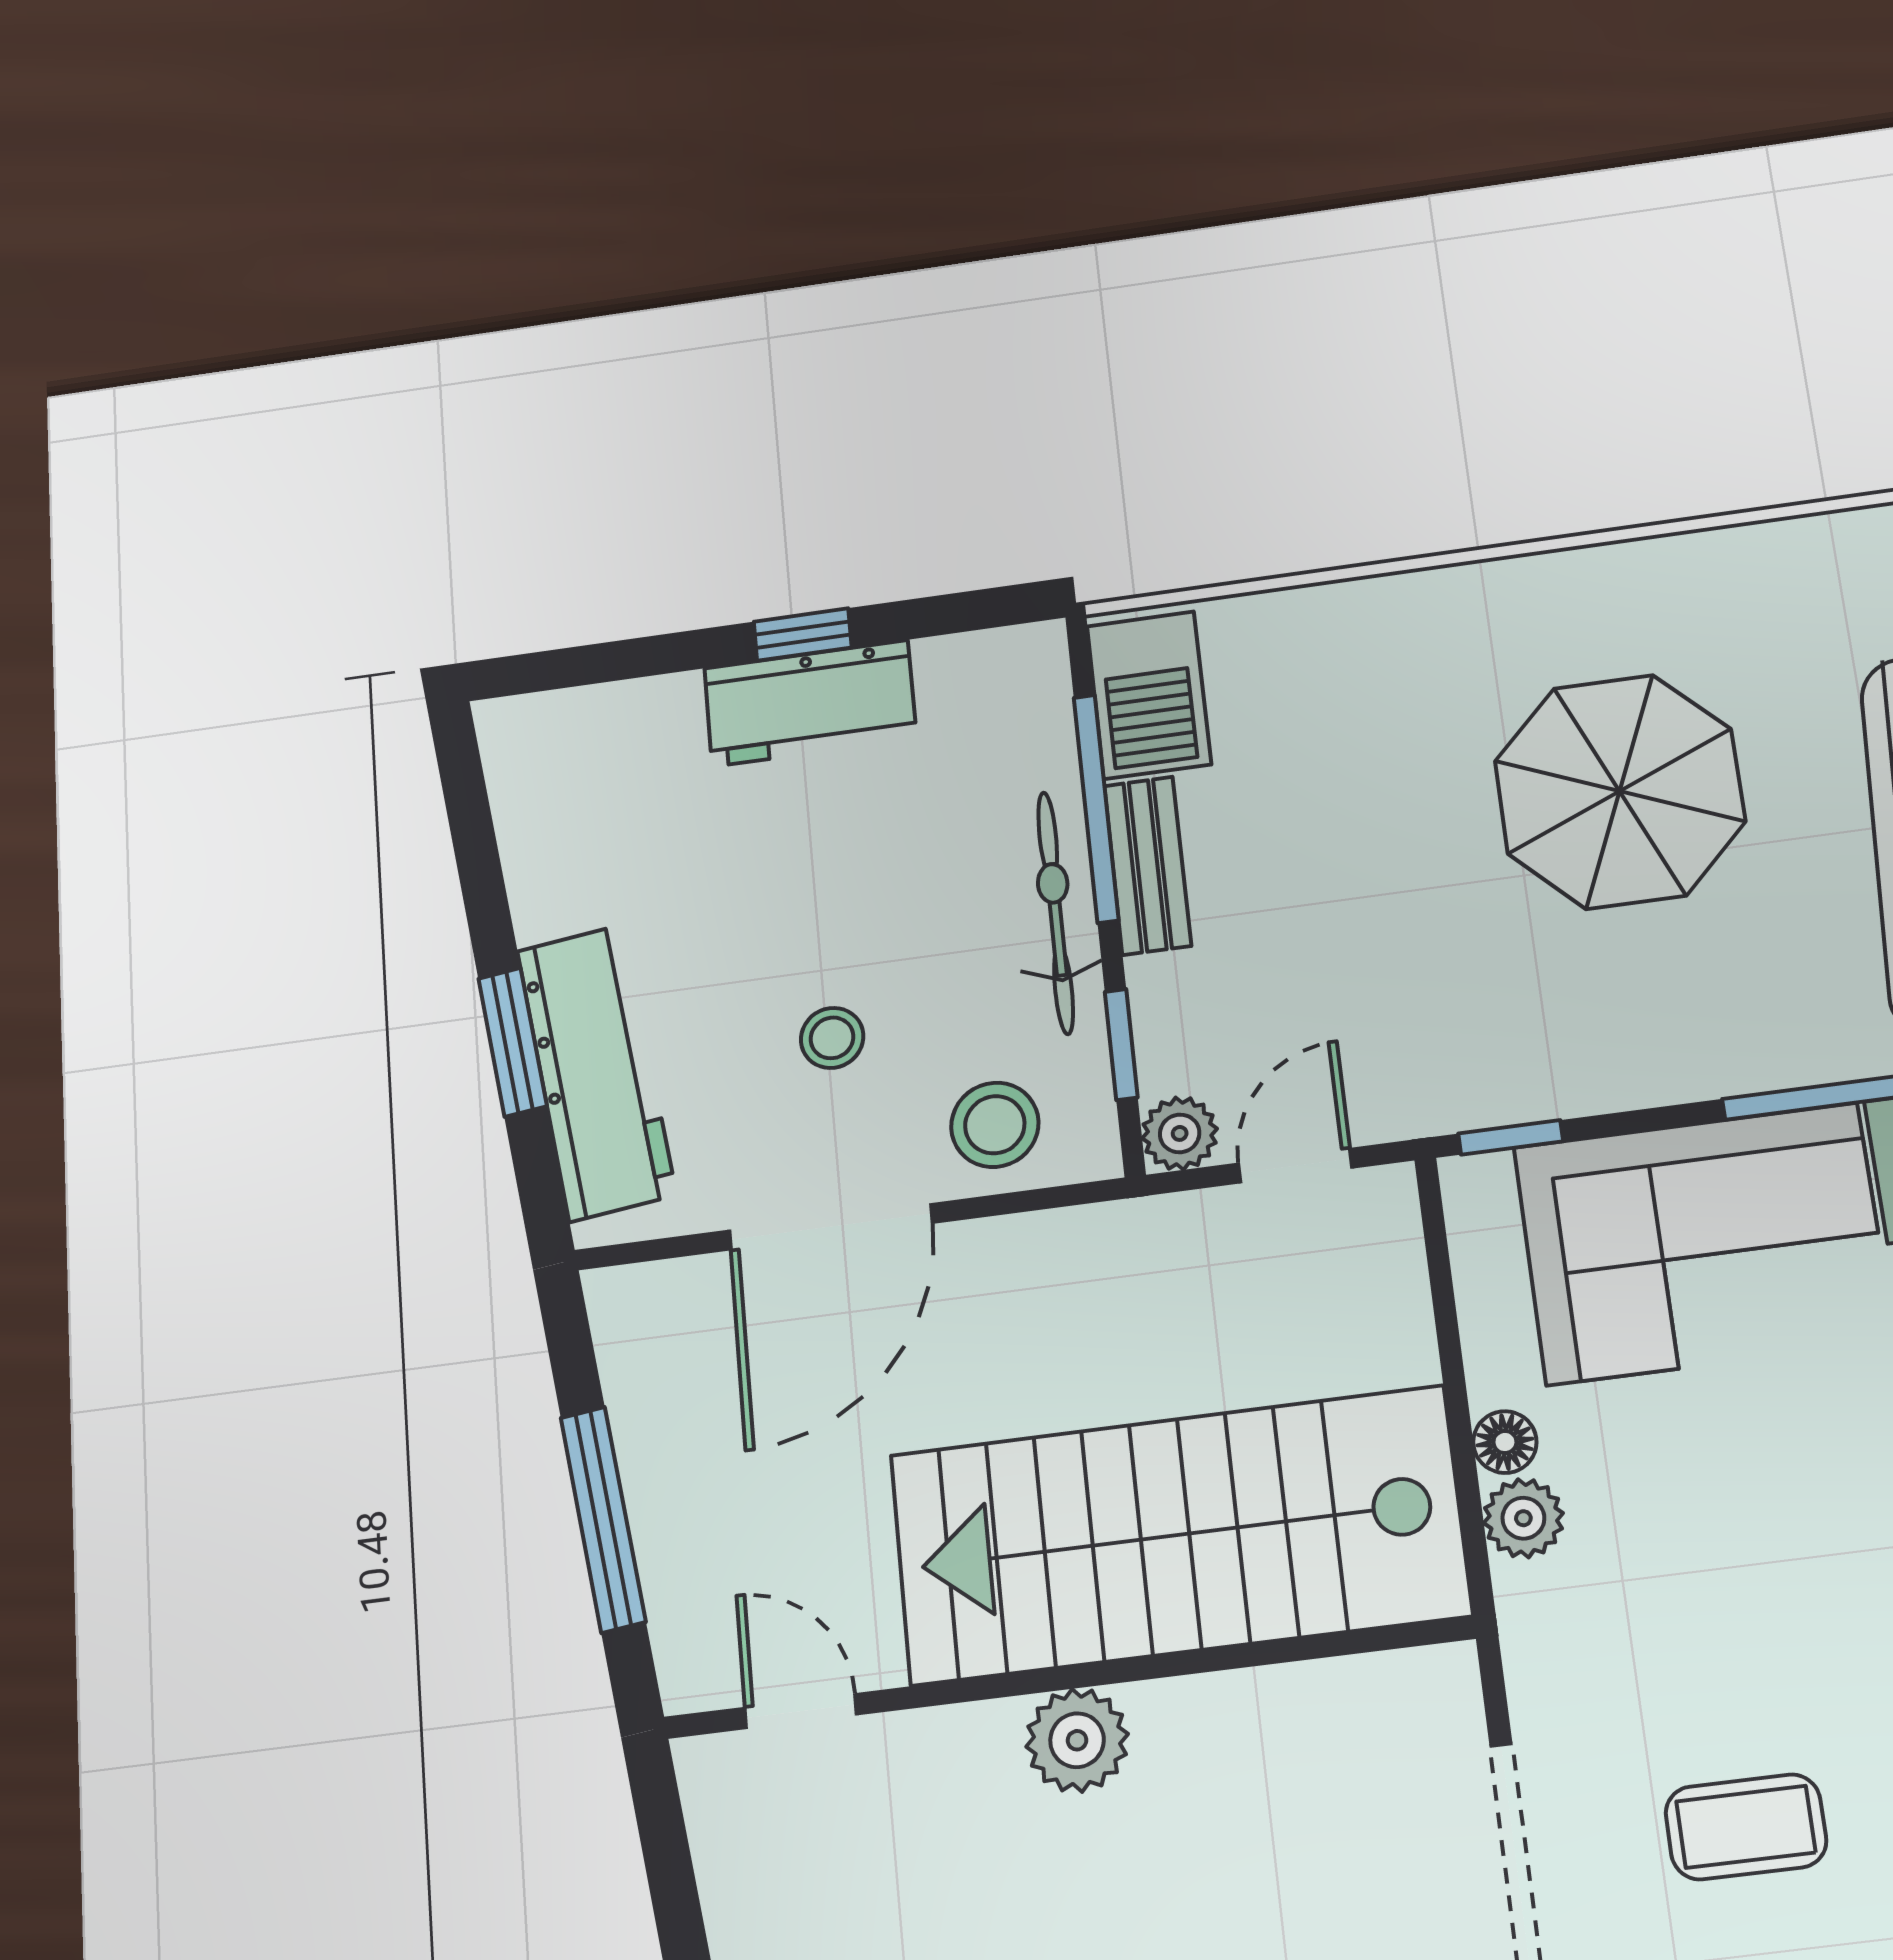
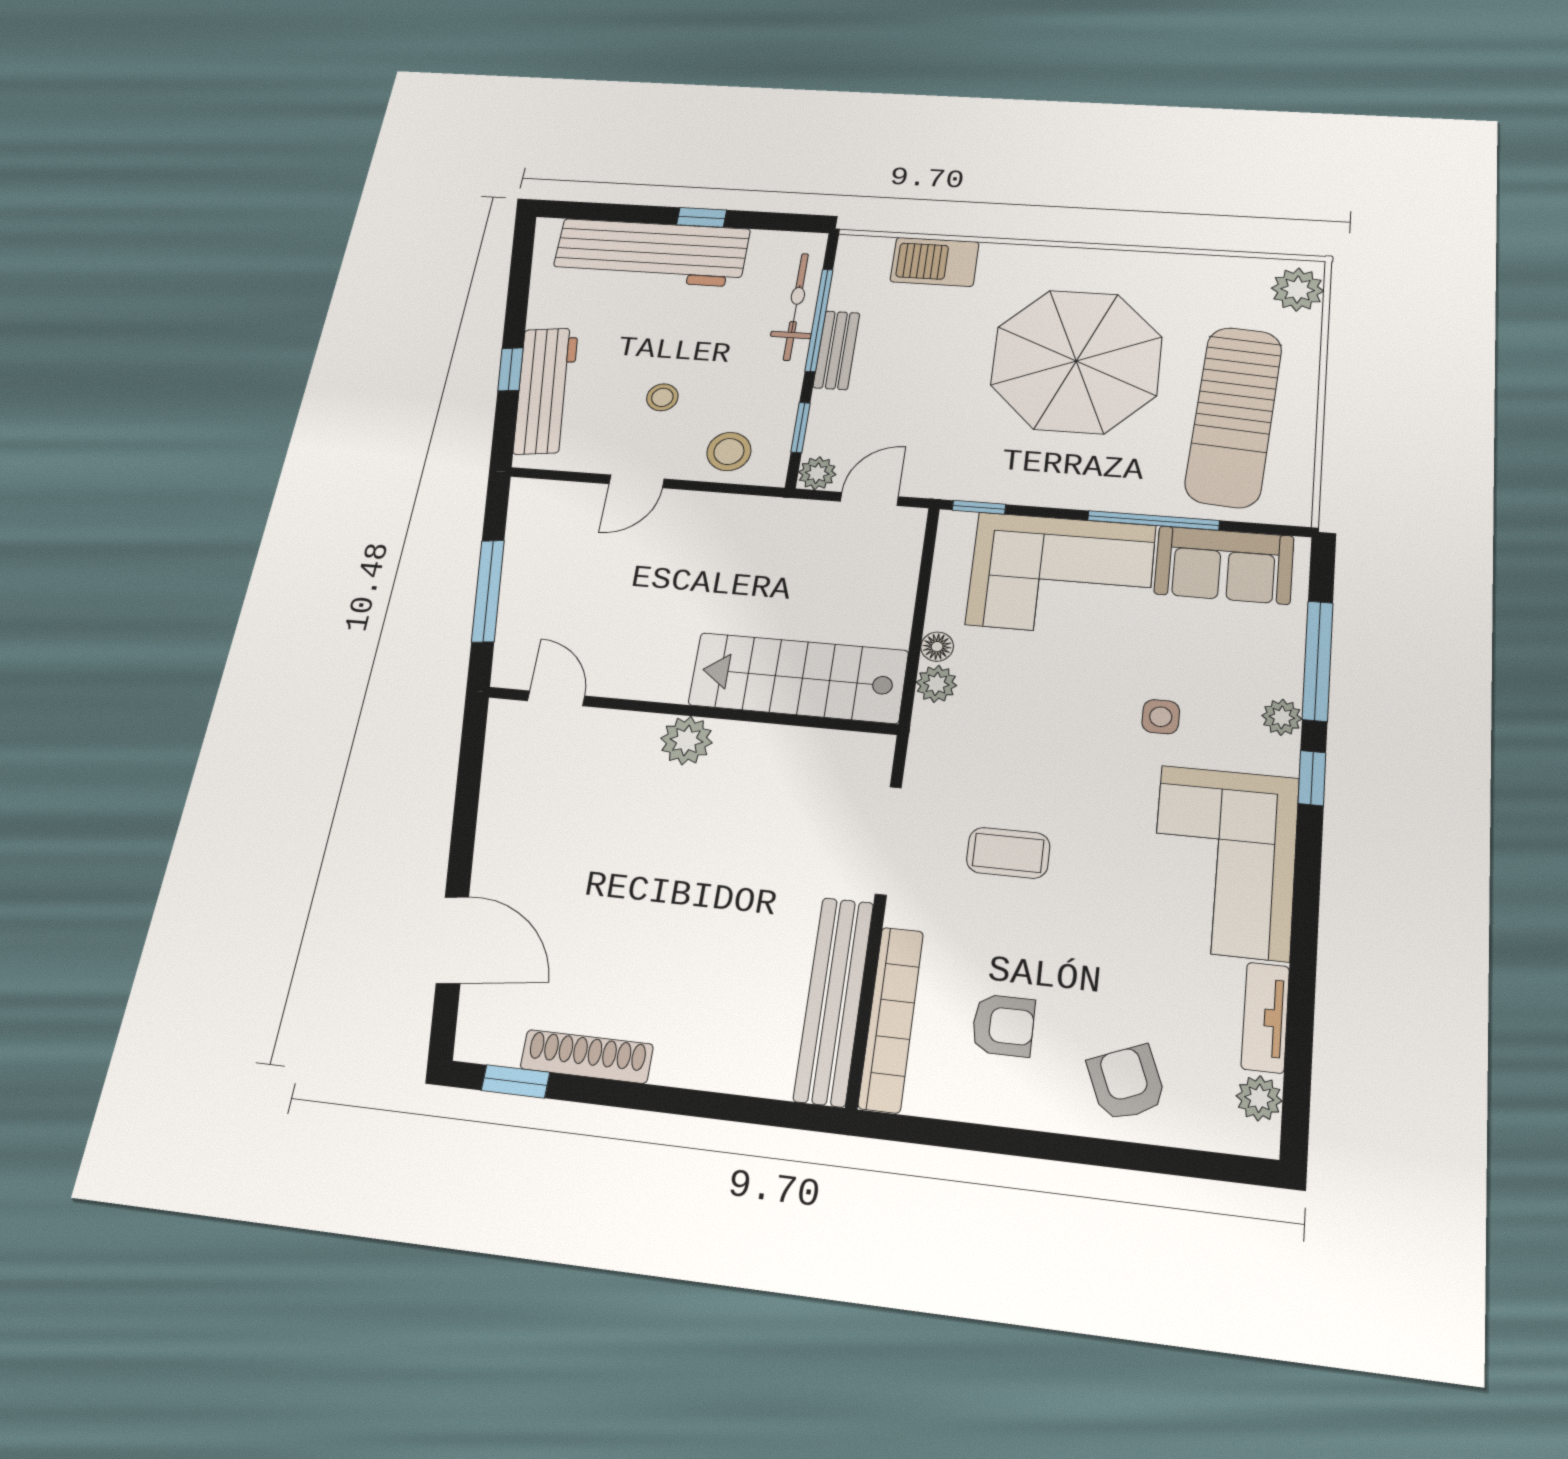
barbecue: (1149, 695) -> (935, 262), moved, turned 90
workbench: (810, 703) -> (651, 253), width x1.88, depth x1.32
parasol: (1620, 791) -> (1076, 361), width x1.36, depth x1.36
bicycle: (1056, 912) -> (796, 306), moved
window: (512, 1042) -> (510, 369), width x0.67
door: (831, 1227) -> (637, 481), width x0.53
stairs: (1178, 1535) -> (798, 678), width x0.73, depth x0.66

